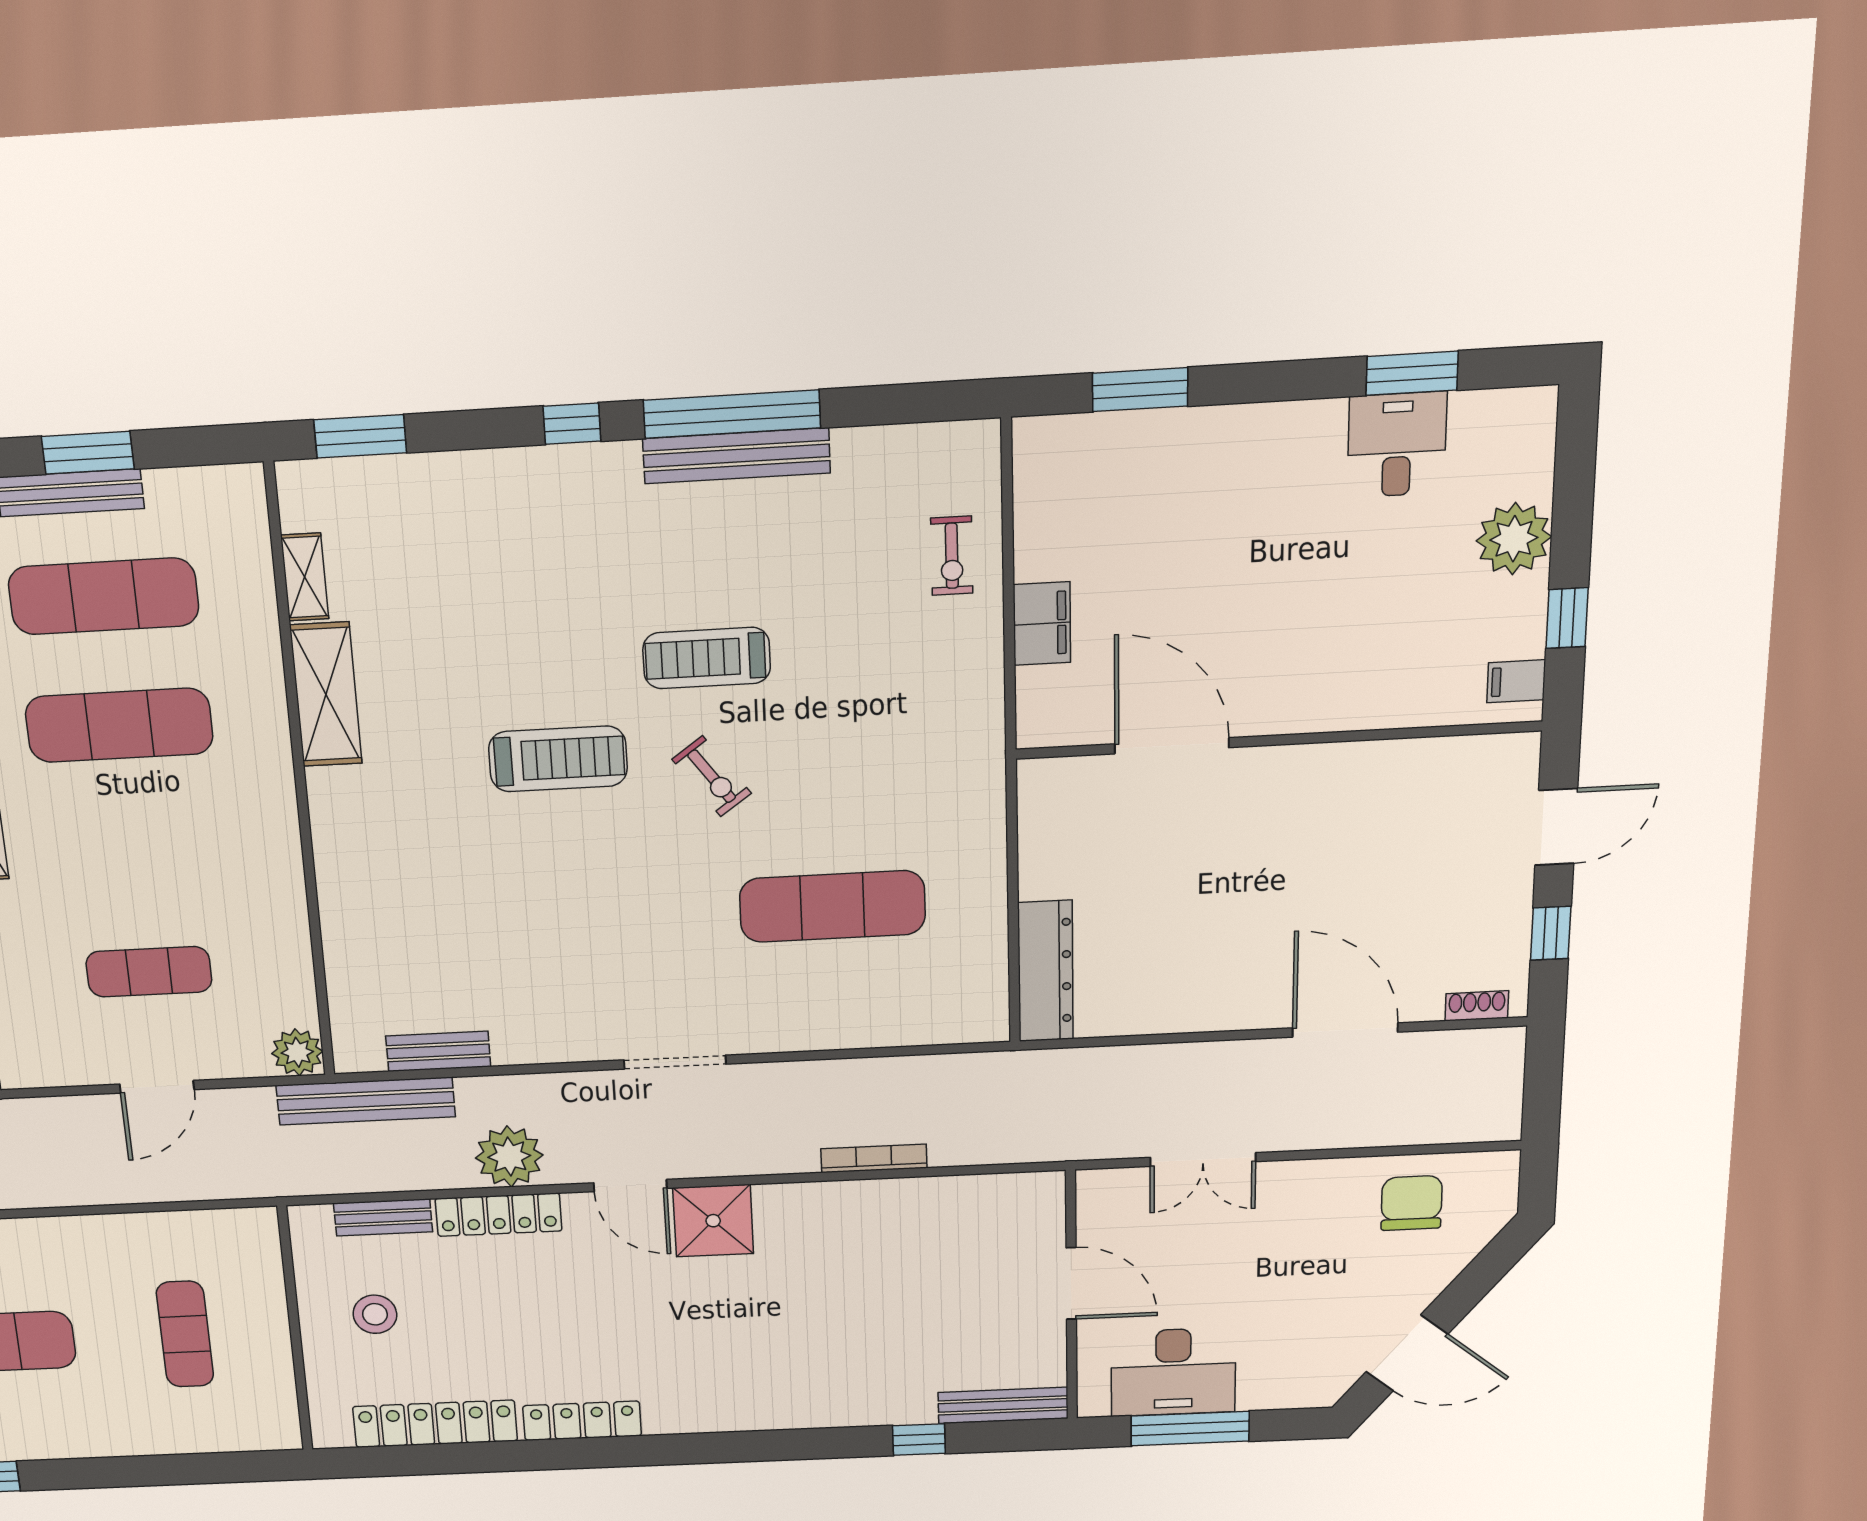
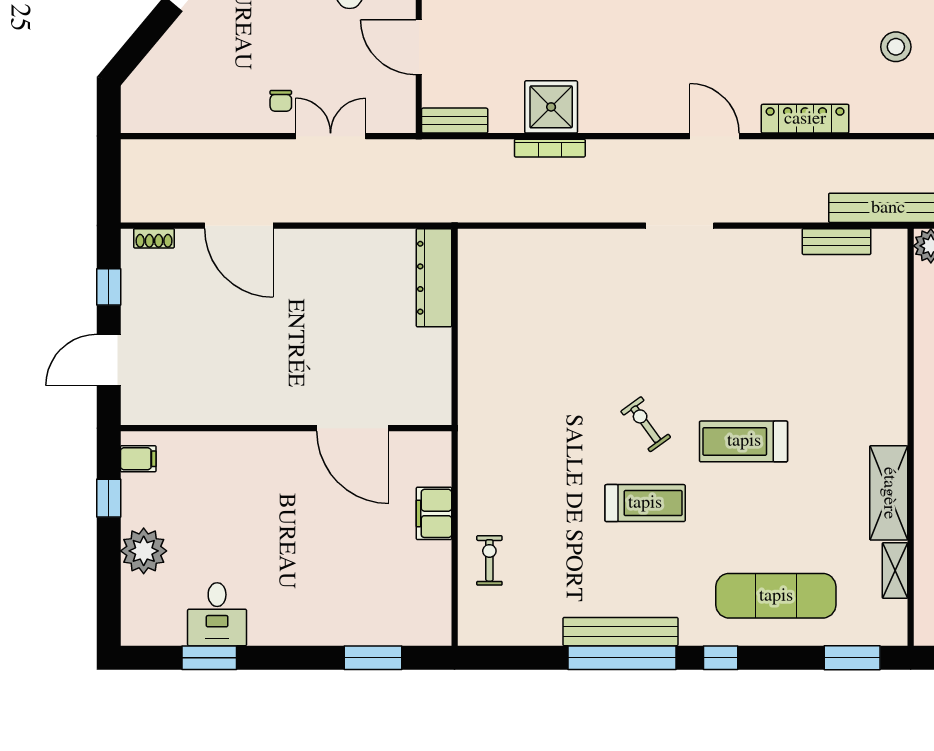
exercise mat: (832, 906) -> (776, 596), moved
plant: (509, 1156) -> (795, 162), removed
chair: (1412, 1203) -> (281, 101), moved, width x0.54, depth x0.54
bench: (383, 1217) -> (455, 121), moved
shower: (713, 1221) -> (551, 107), moved

